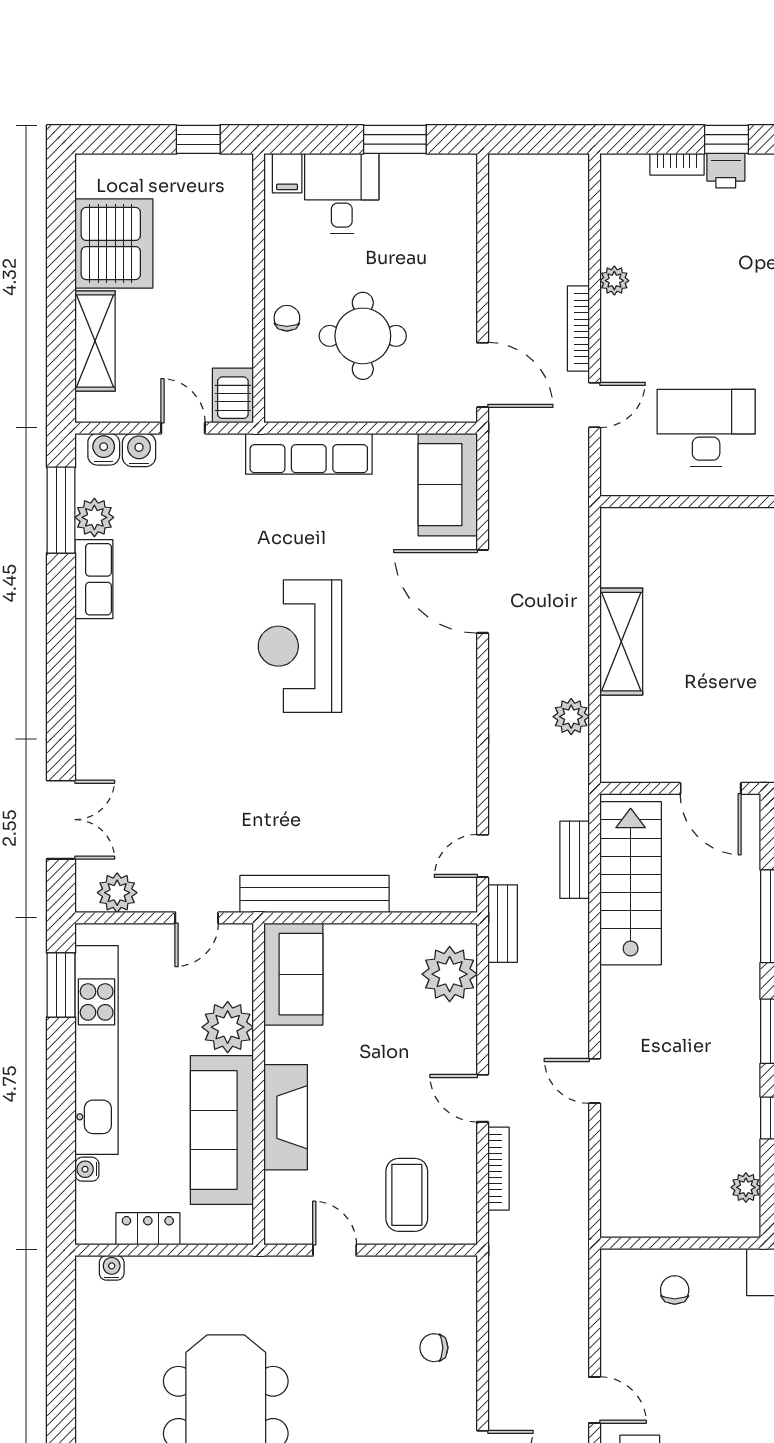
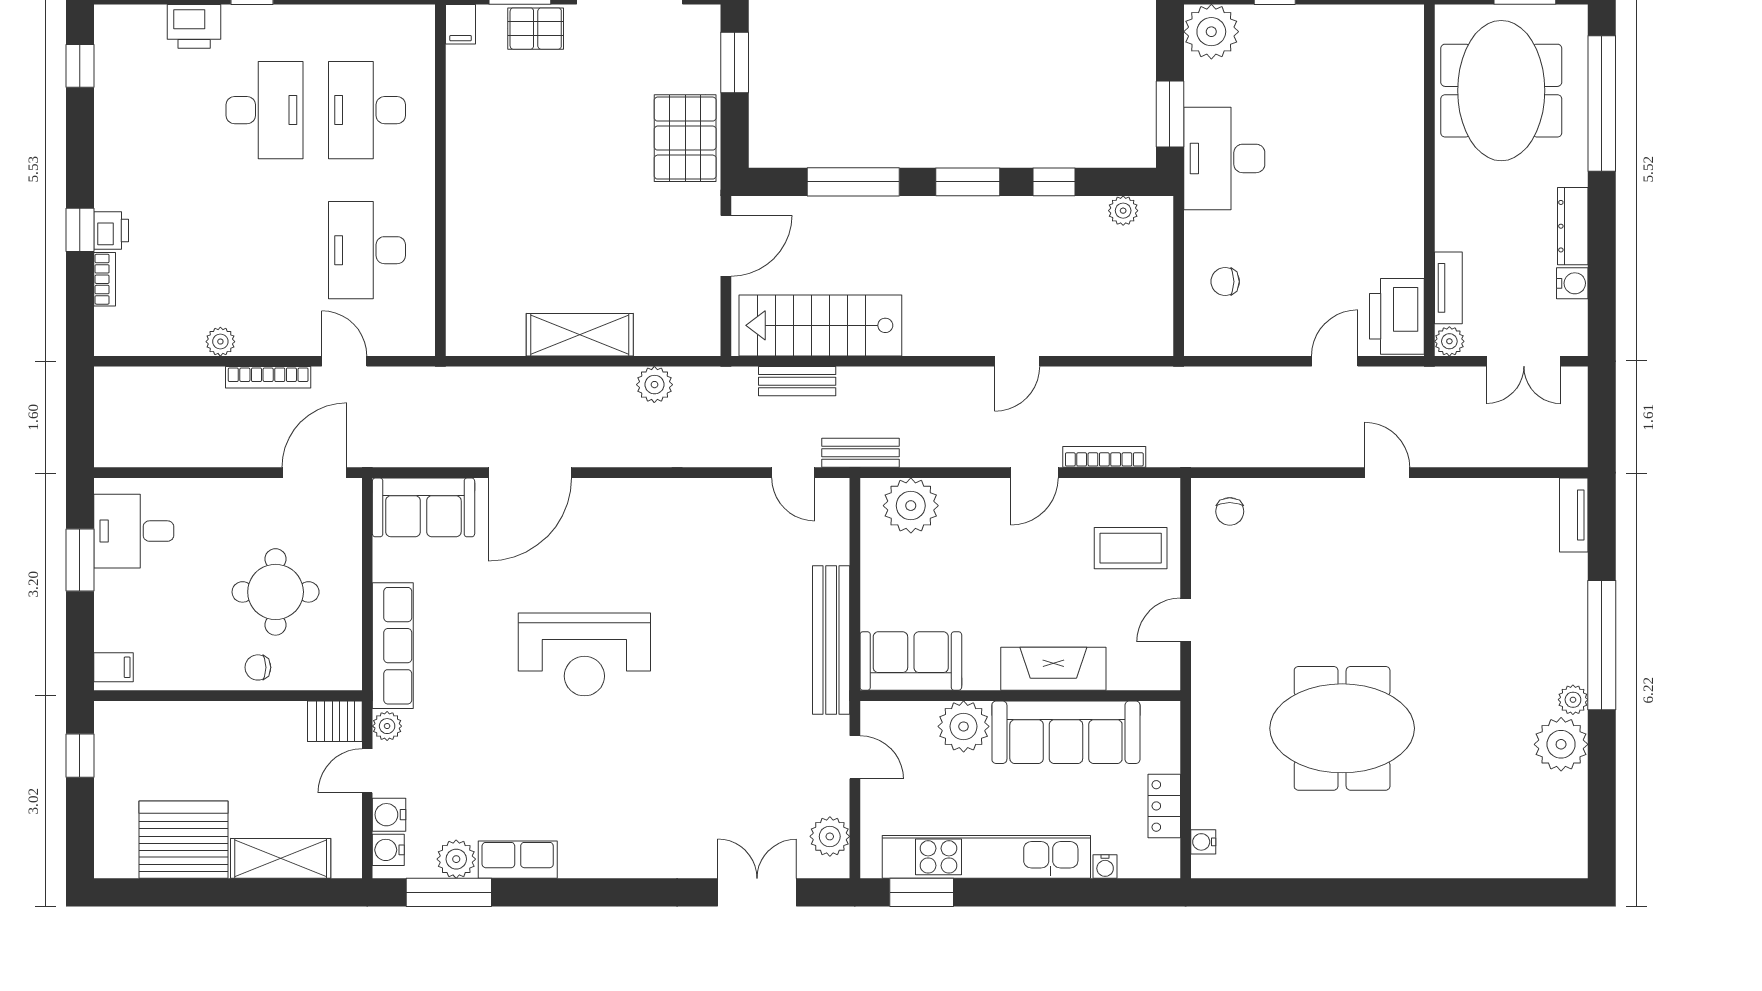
desk: (342, 193) -> (134, 531), moved
plant: (228, 448) -> (387, 726), added
chair: (434, 1348) -> (1230, 511), moved

